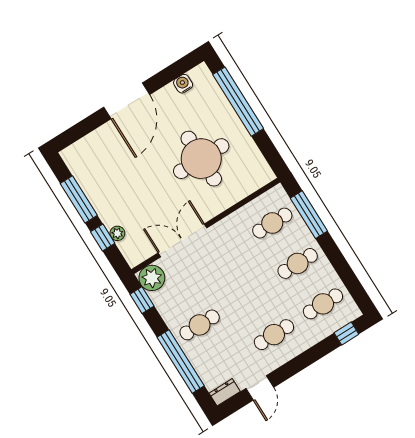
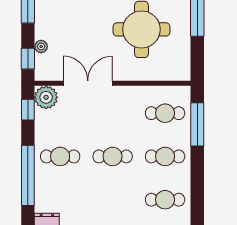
window: (103, 237) -> (28, 59), moved
cafe table: (274, 335) -> (113, 156), moved

